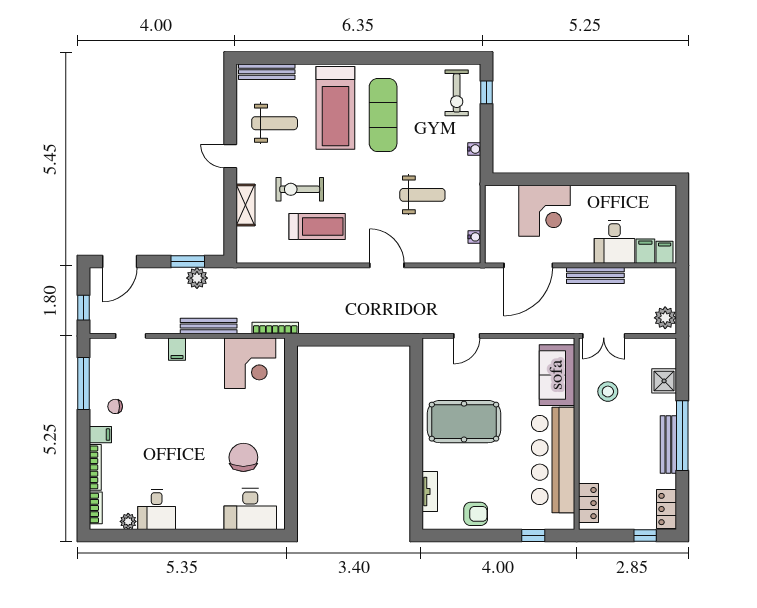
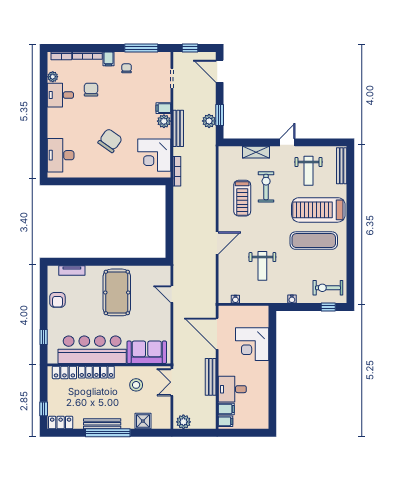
plant: (197, 348) -> (164, 121), added
locker: (588, 453) -> (96, 372), added
chair: (243, 457) -> (110, 141), moved, turned -55
chair: (148, 462) -> (91, 90), added

